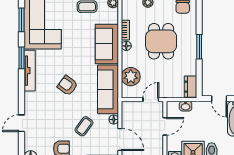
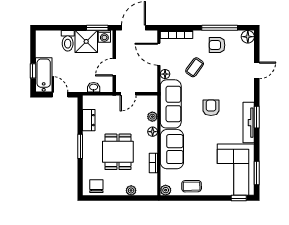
floor lamp: (126, 46) -> (153, 132), moved
window: (21, 58) -> (257, 117), moved
plant: (131, 77) -> (152, 117), width x0.53, depth x0.53
armchair: (67, 86) -> (211, 108), turned -127
dresser: (190, 87) -> (89, 120), moved

